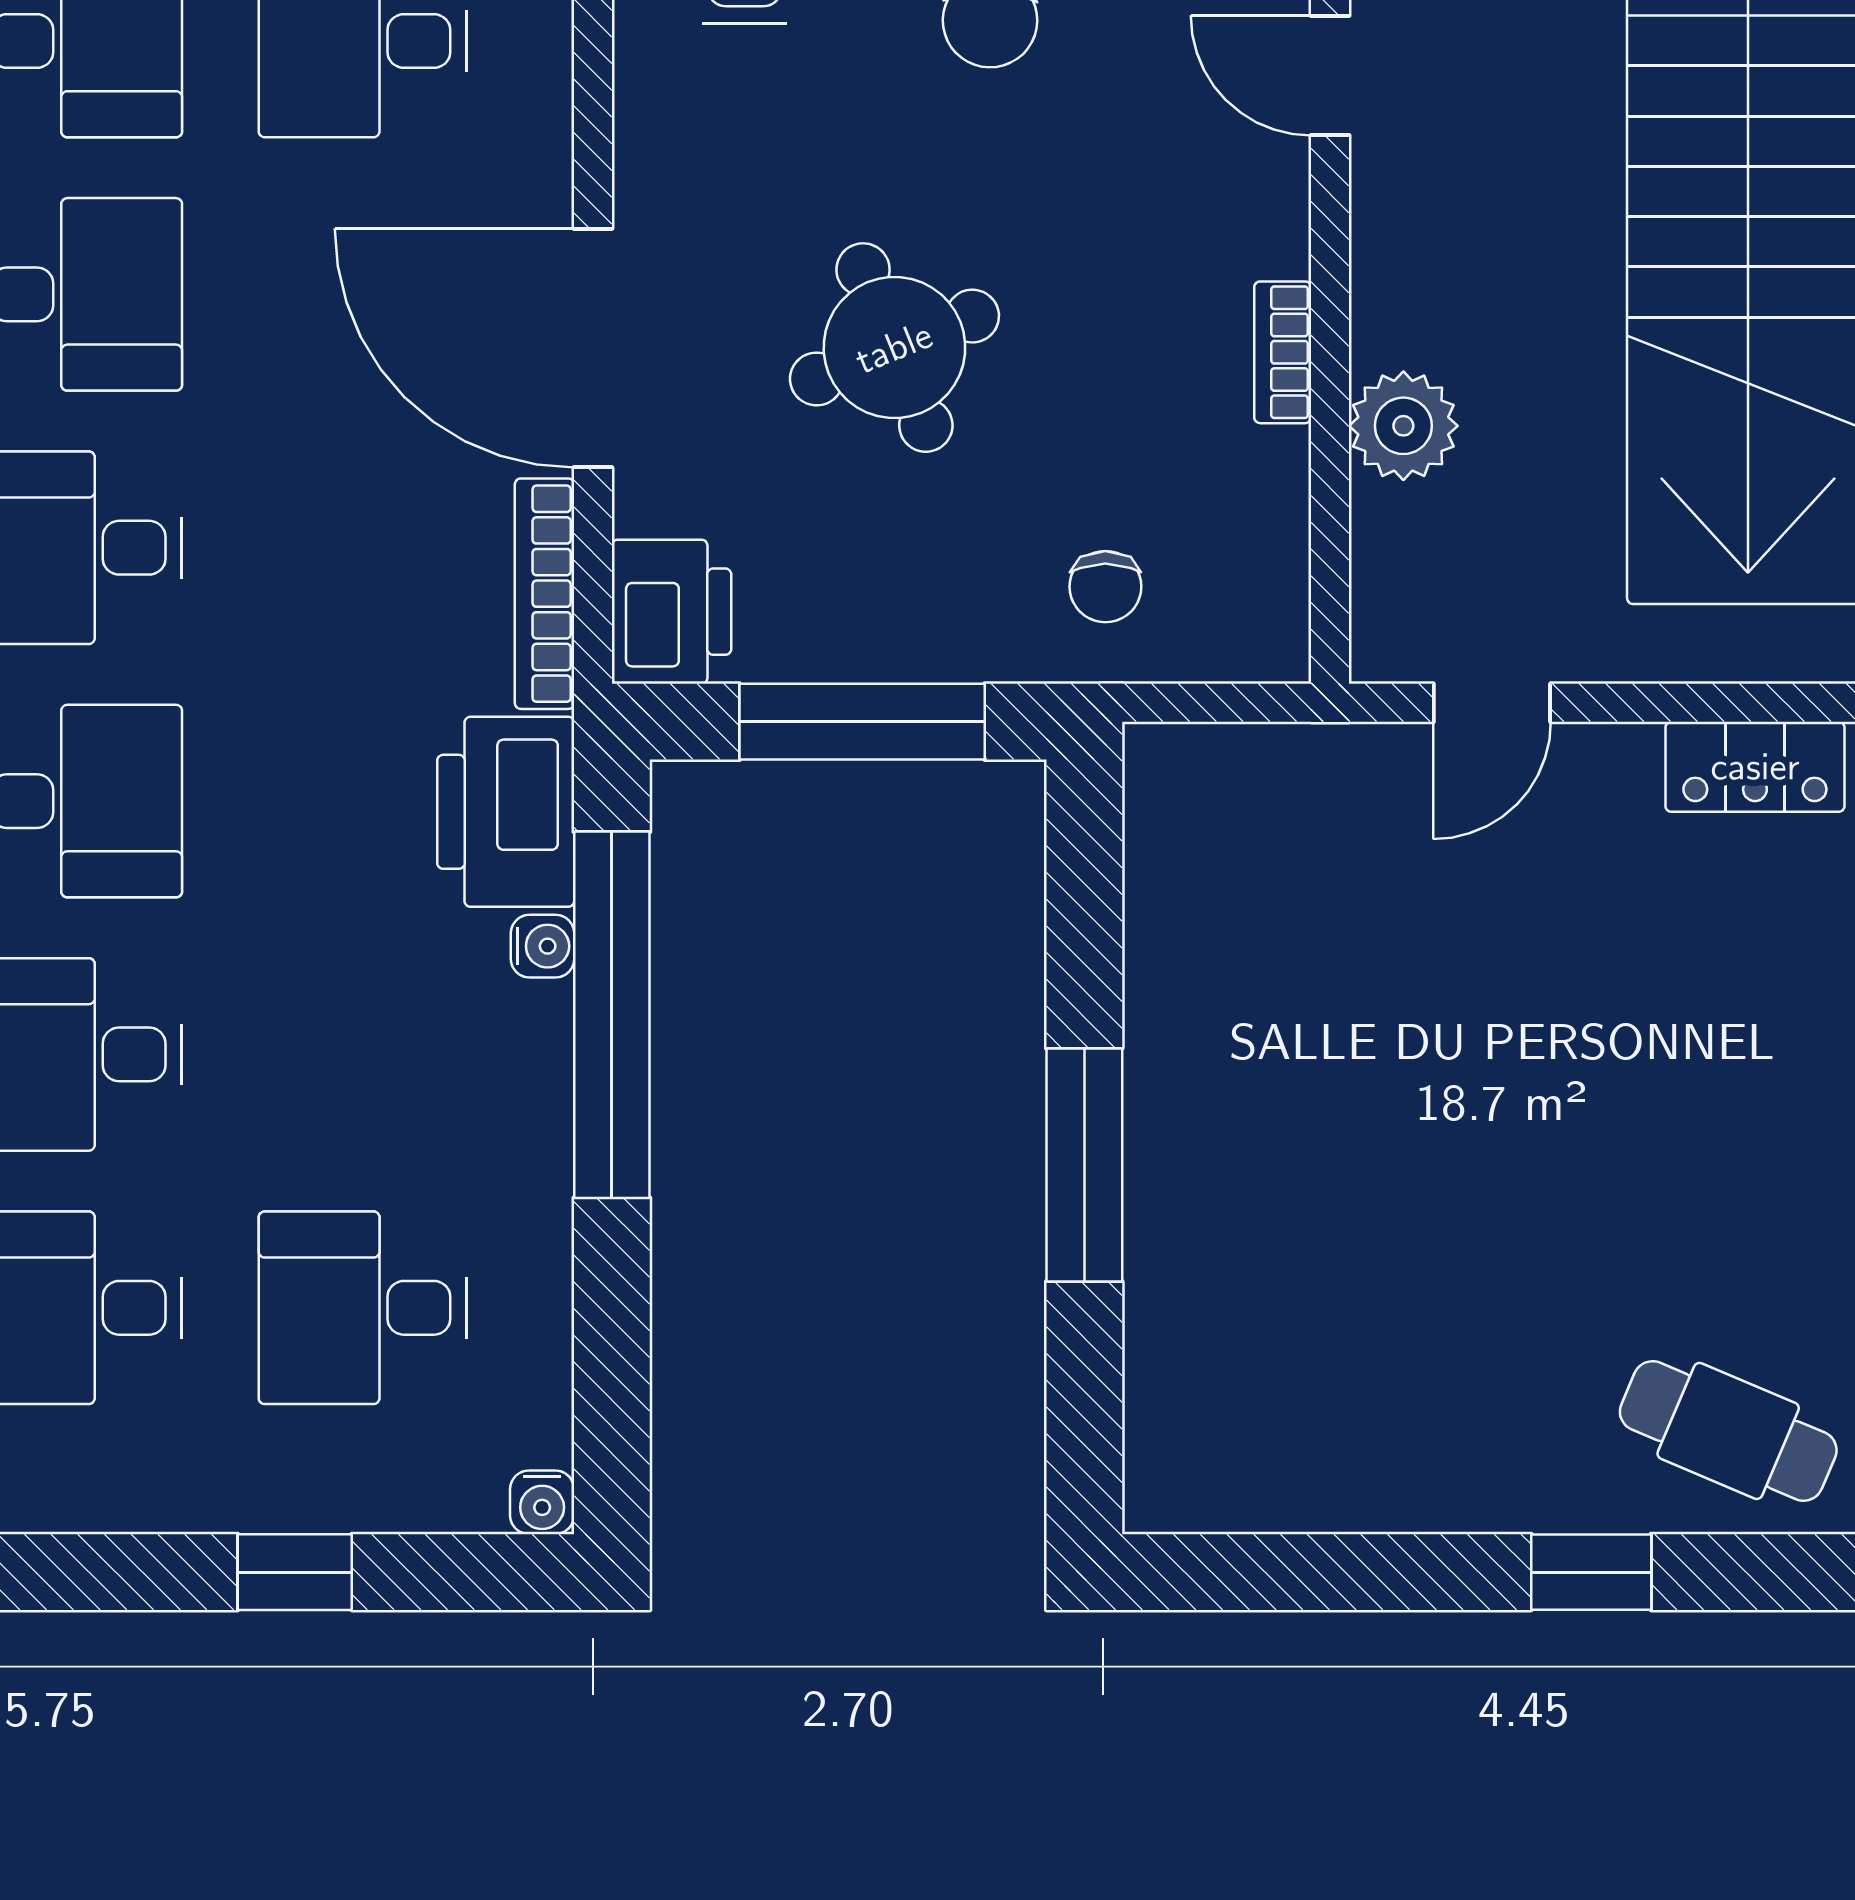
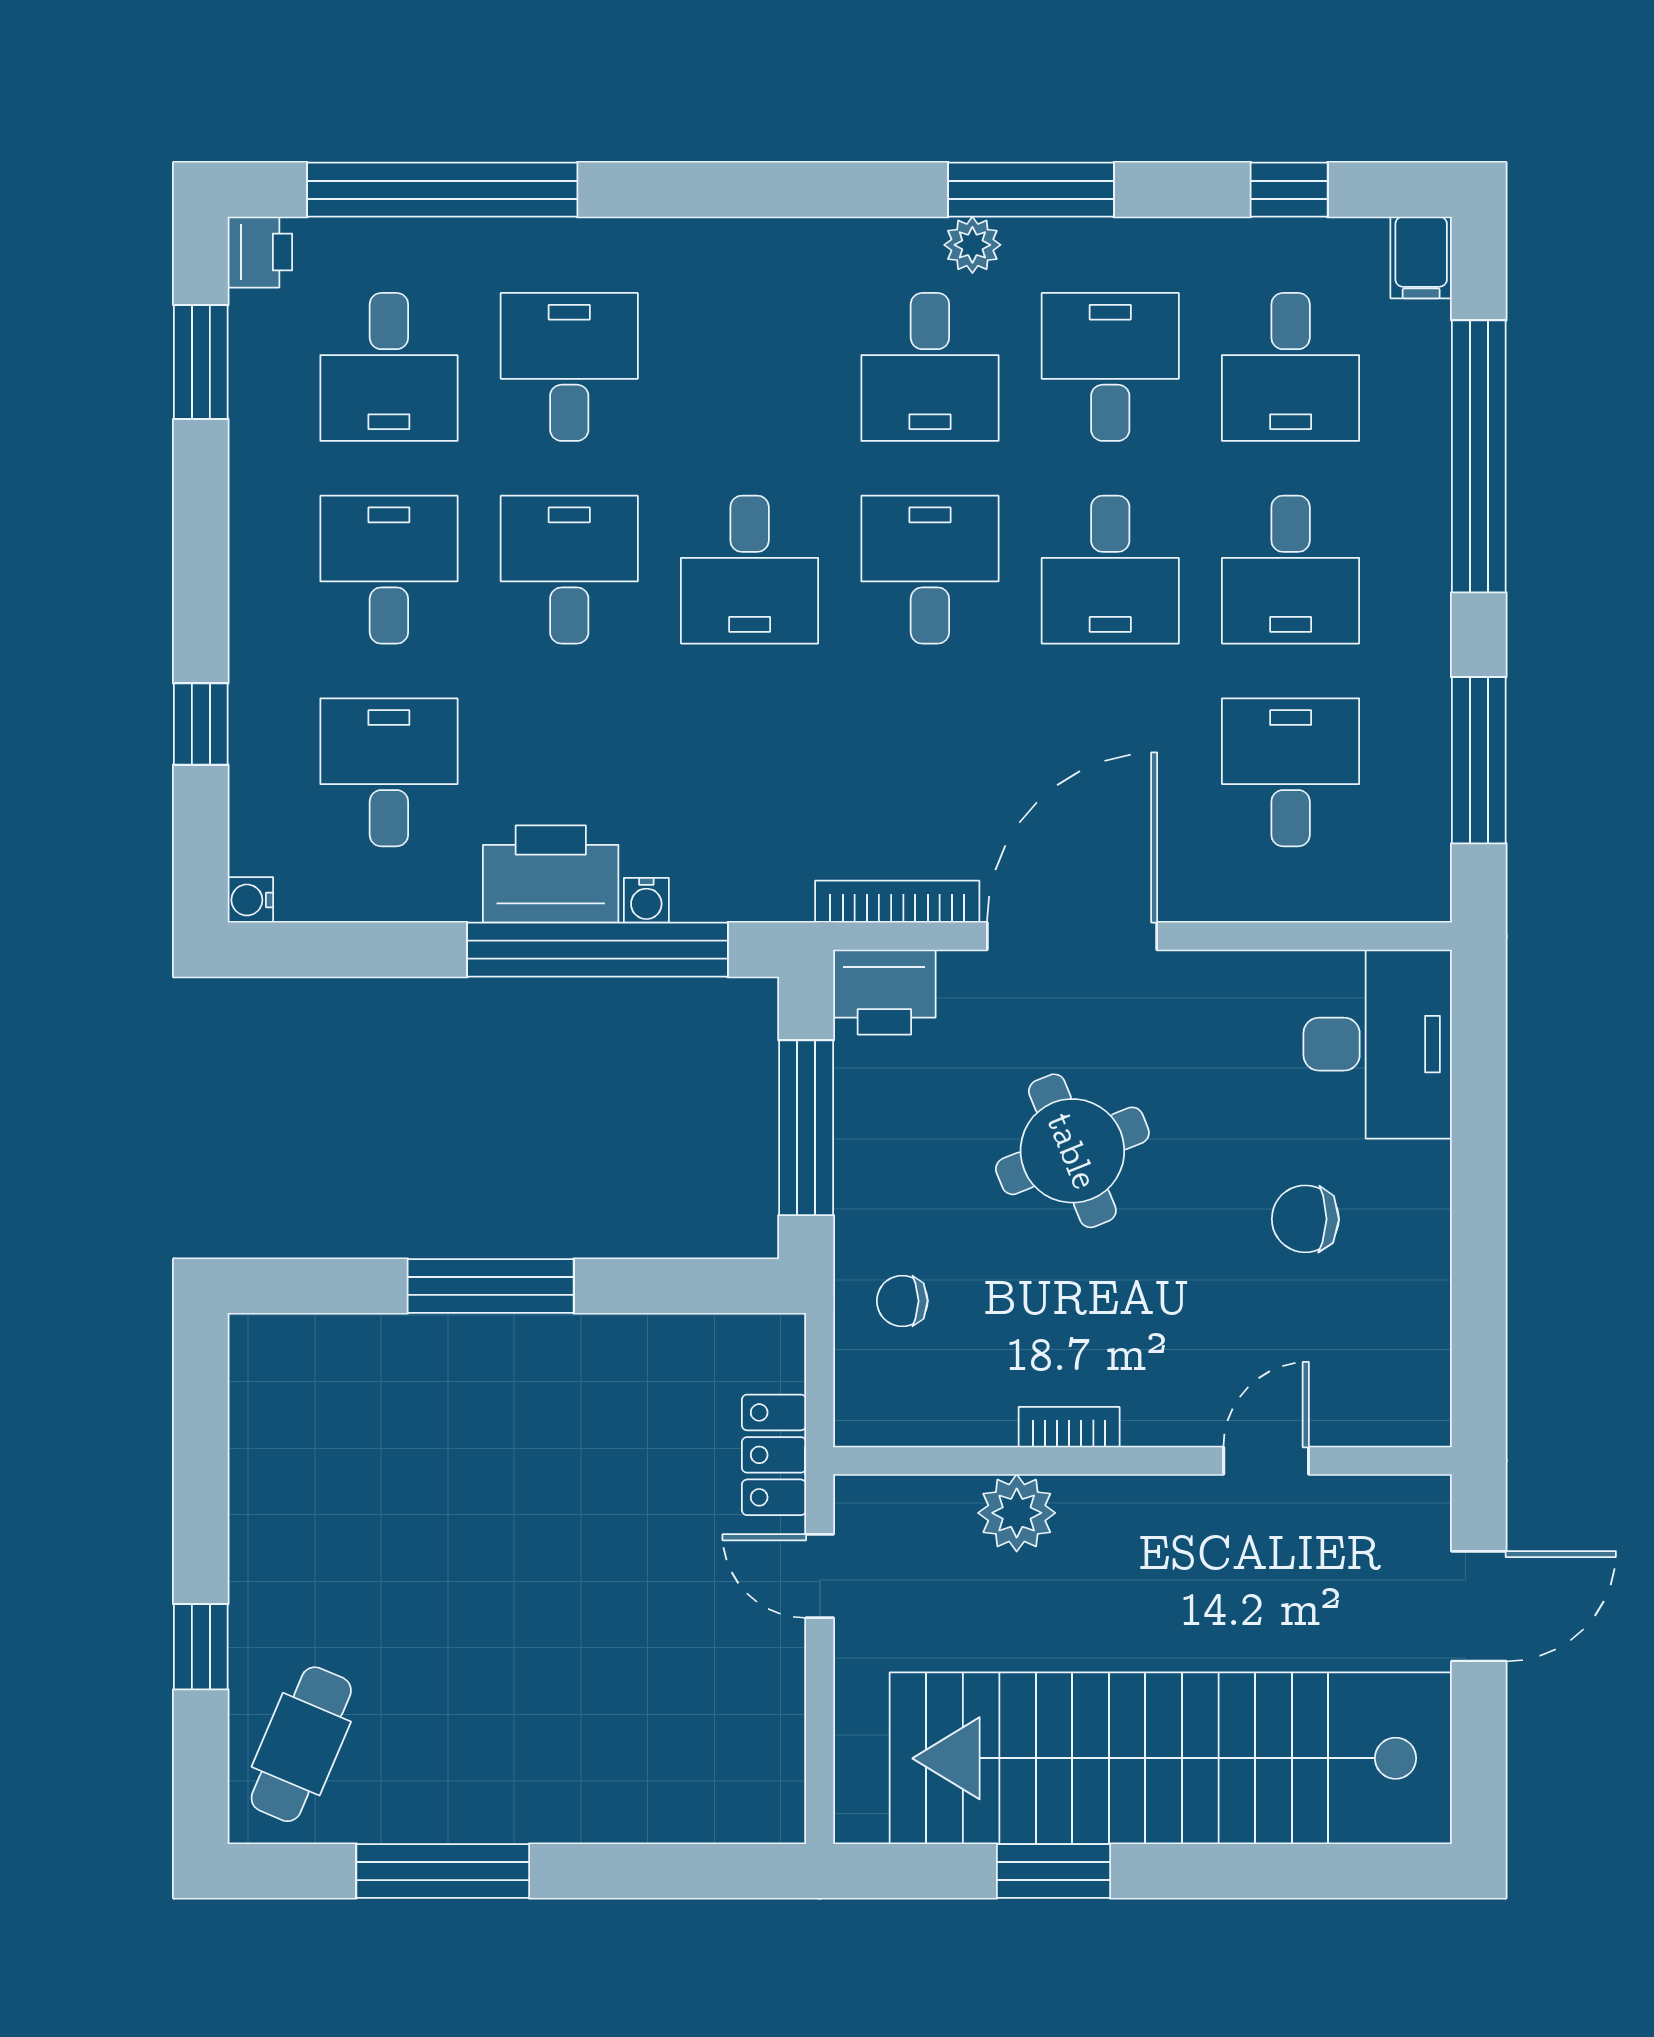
locker: (1755, 767) -> (774, 1455), moved
printer: (506, 812) -> (551, 874), moved

